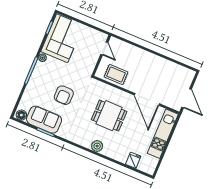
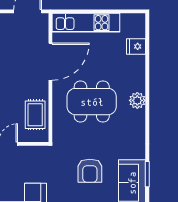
armchair: (64, 95) -> (90, 171), turned 90
dining table: (109, 116) -> (92, 102), width x1.38

